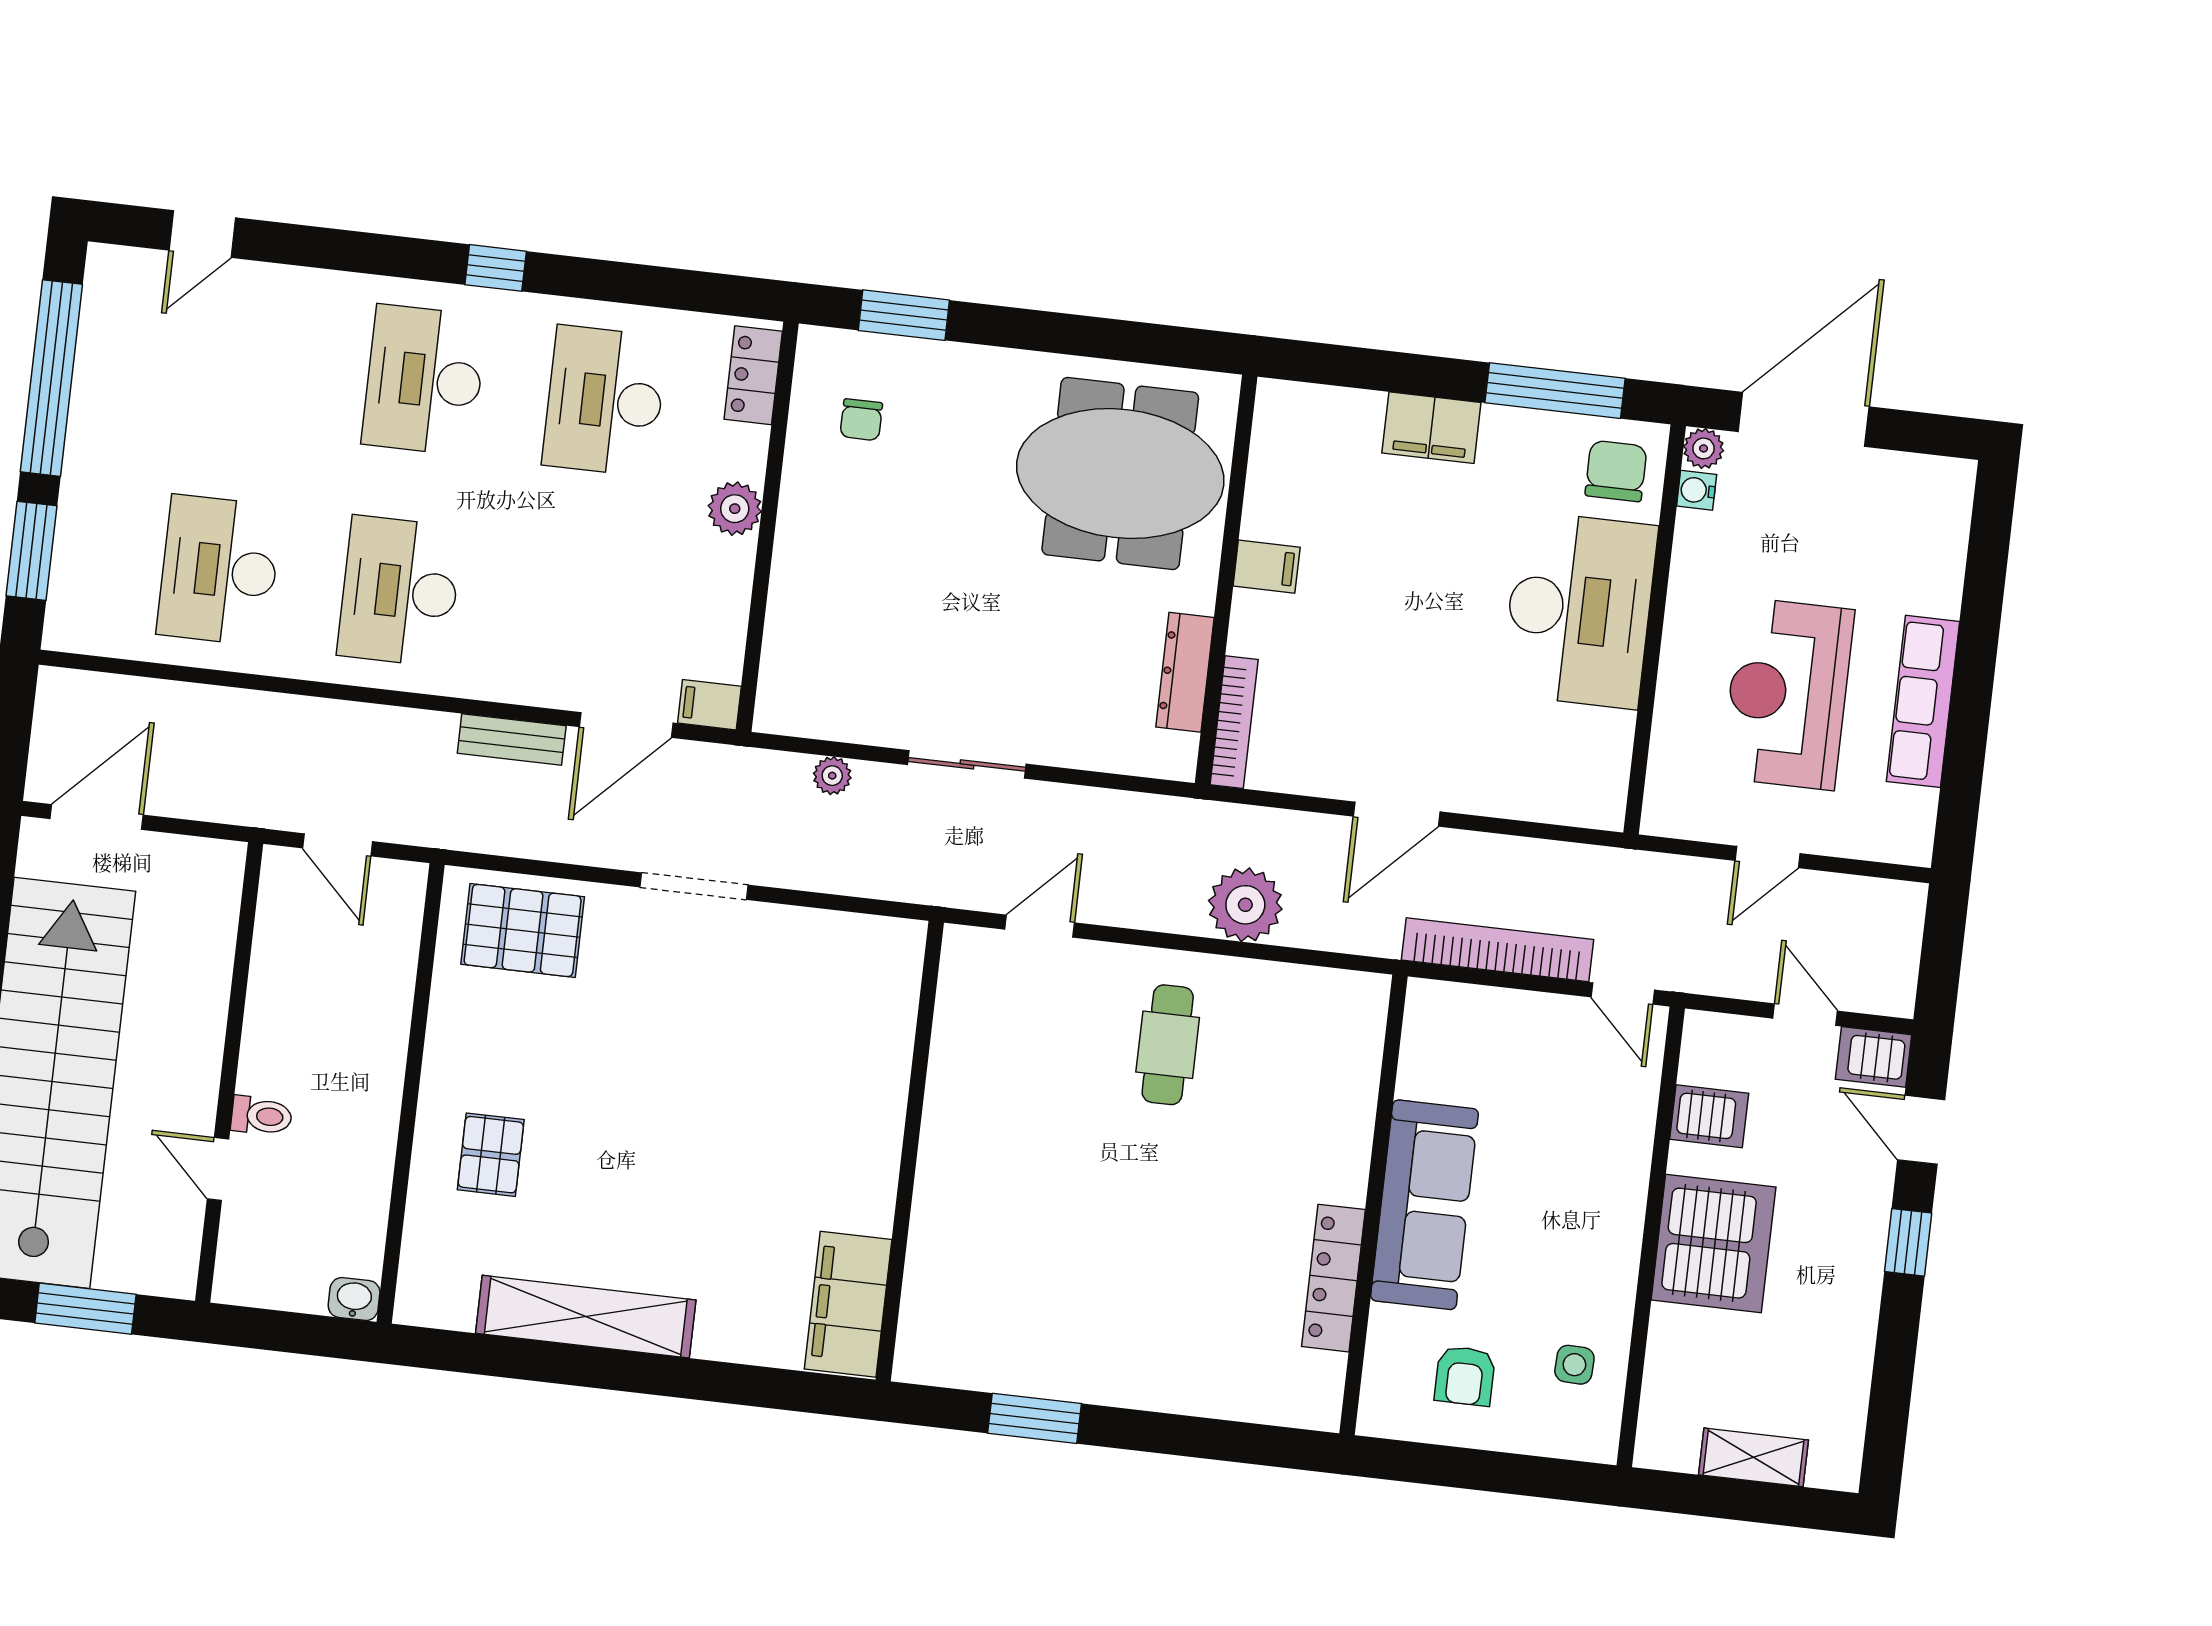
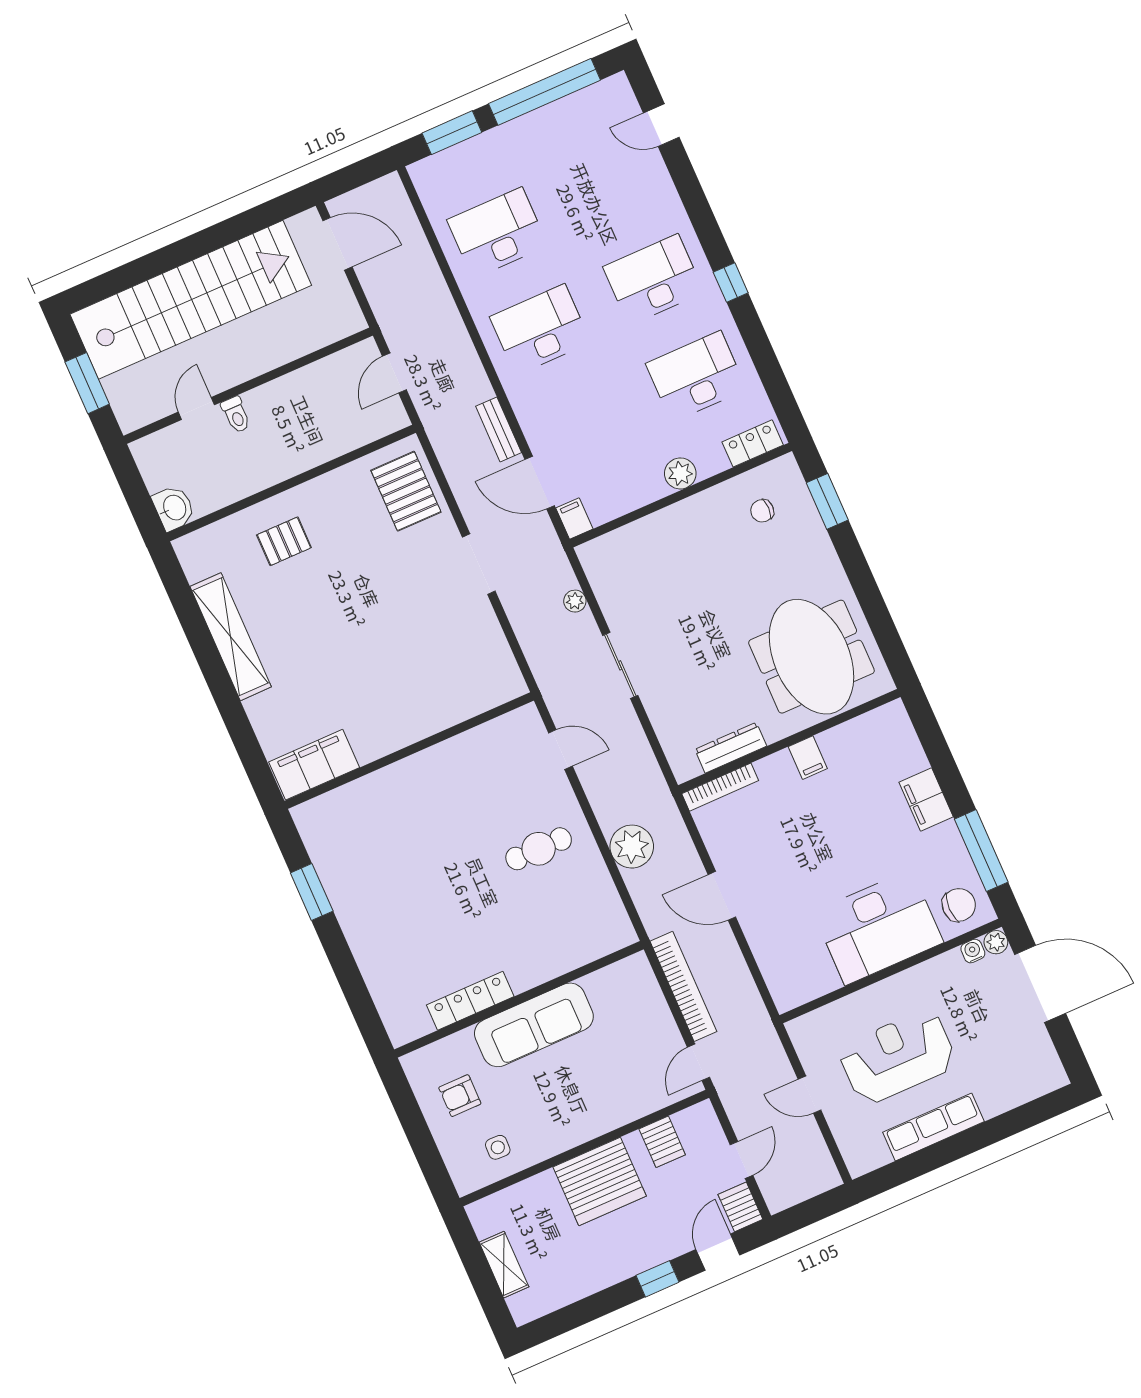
washbasin: (354, 1299) -> (174, 508), width x1.38, depth x1.45

